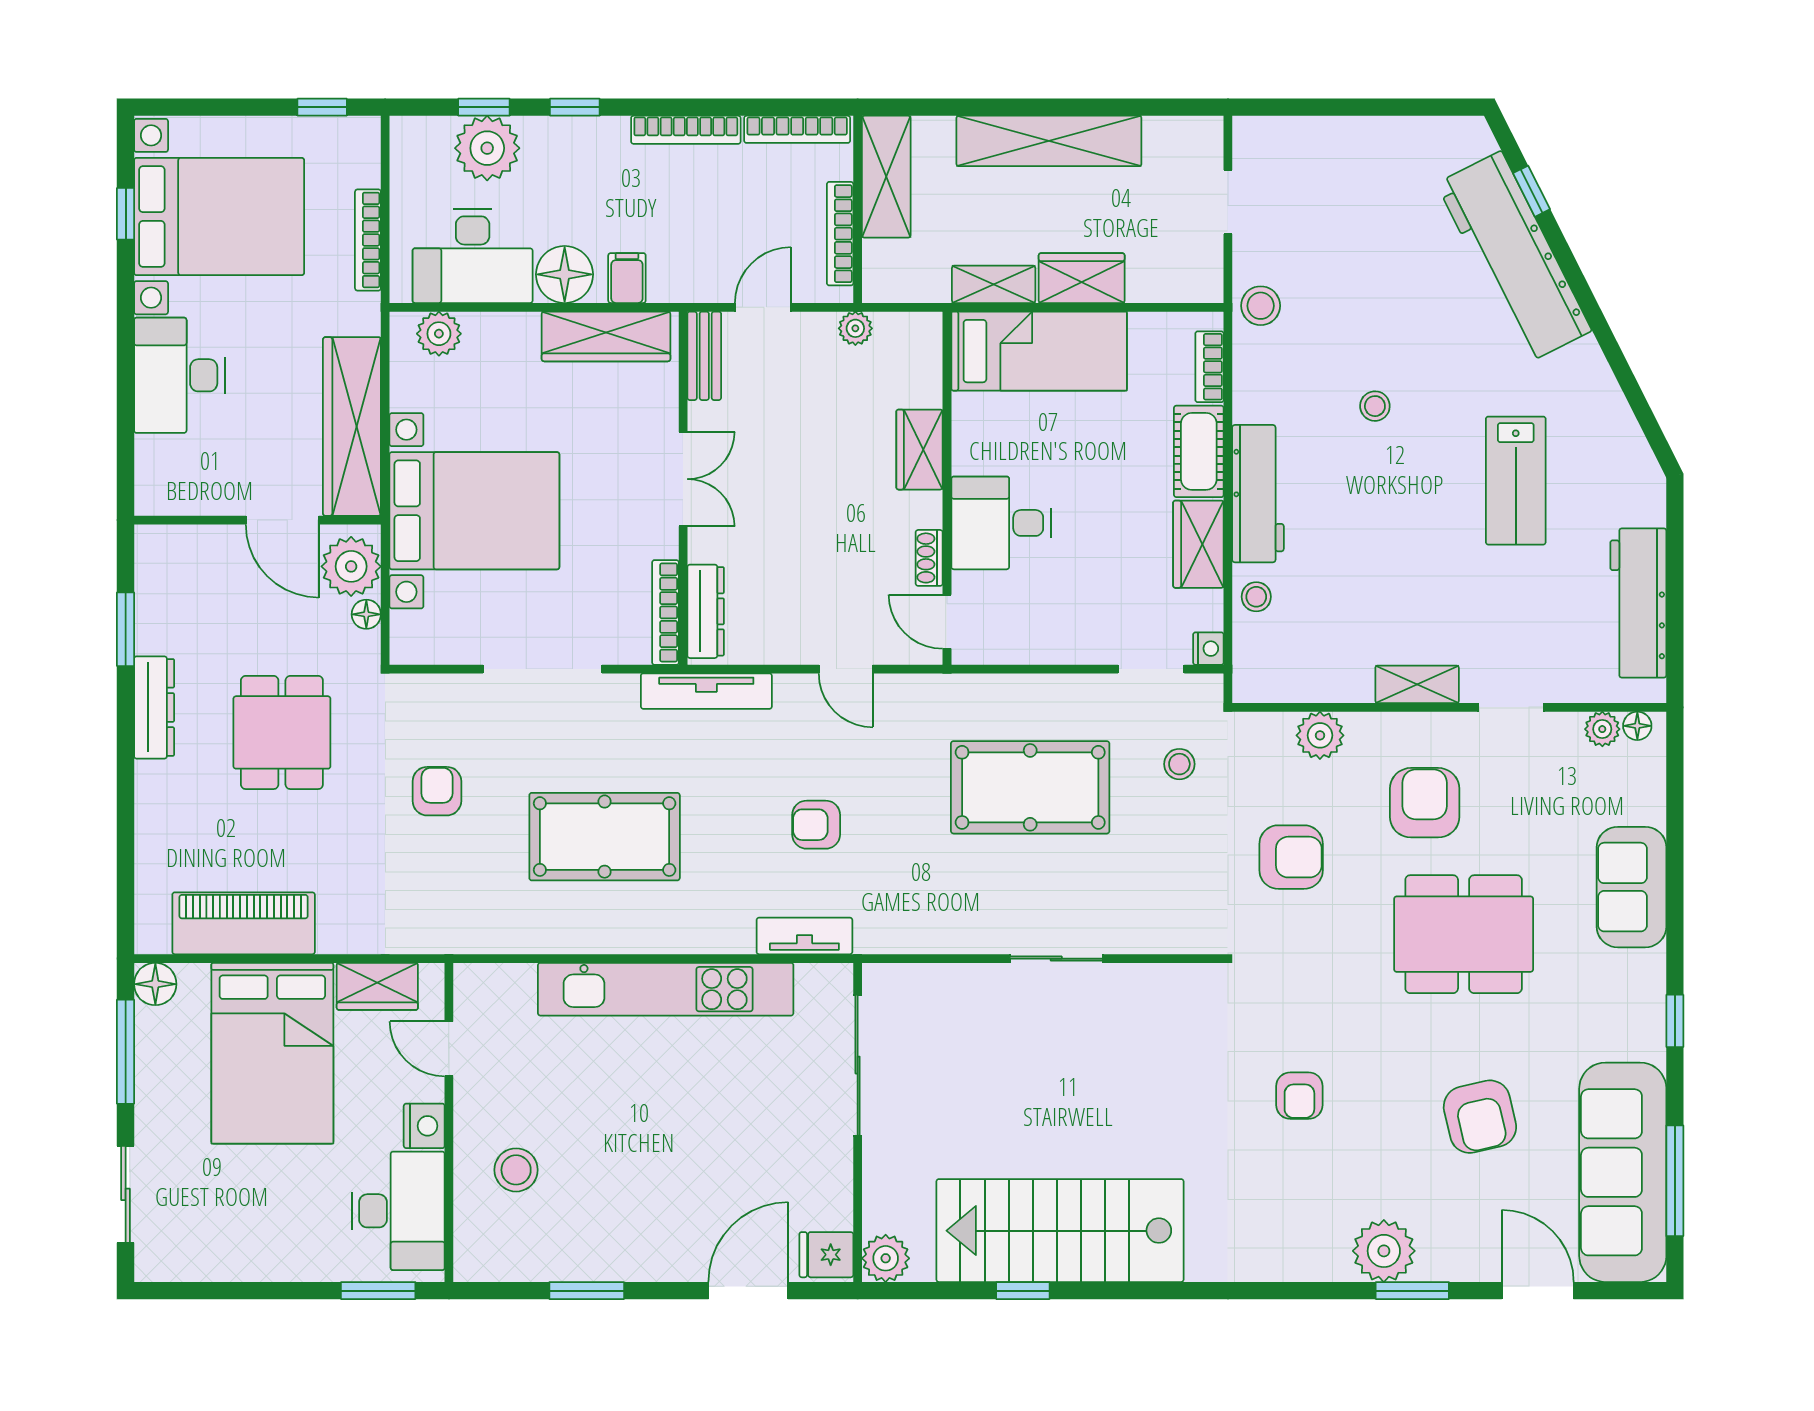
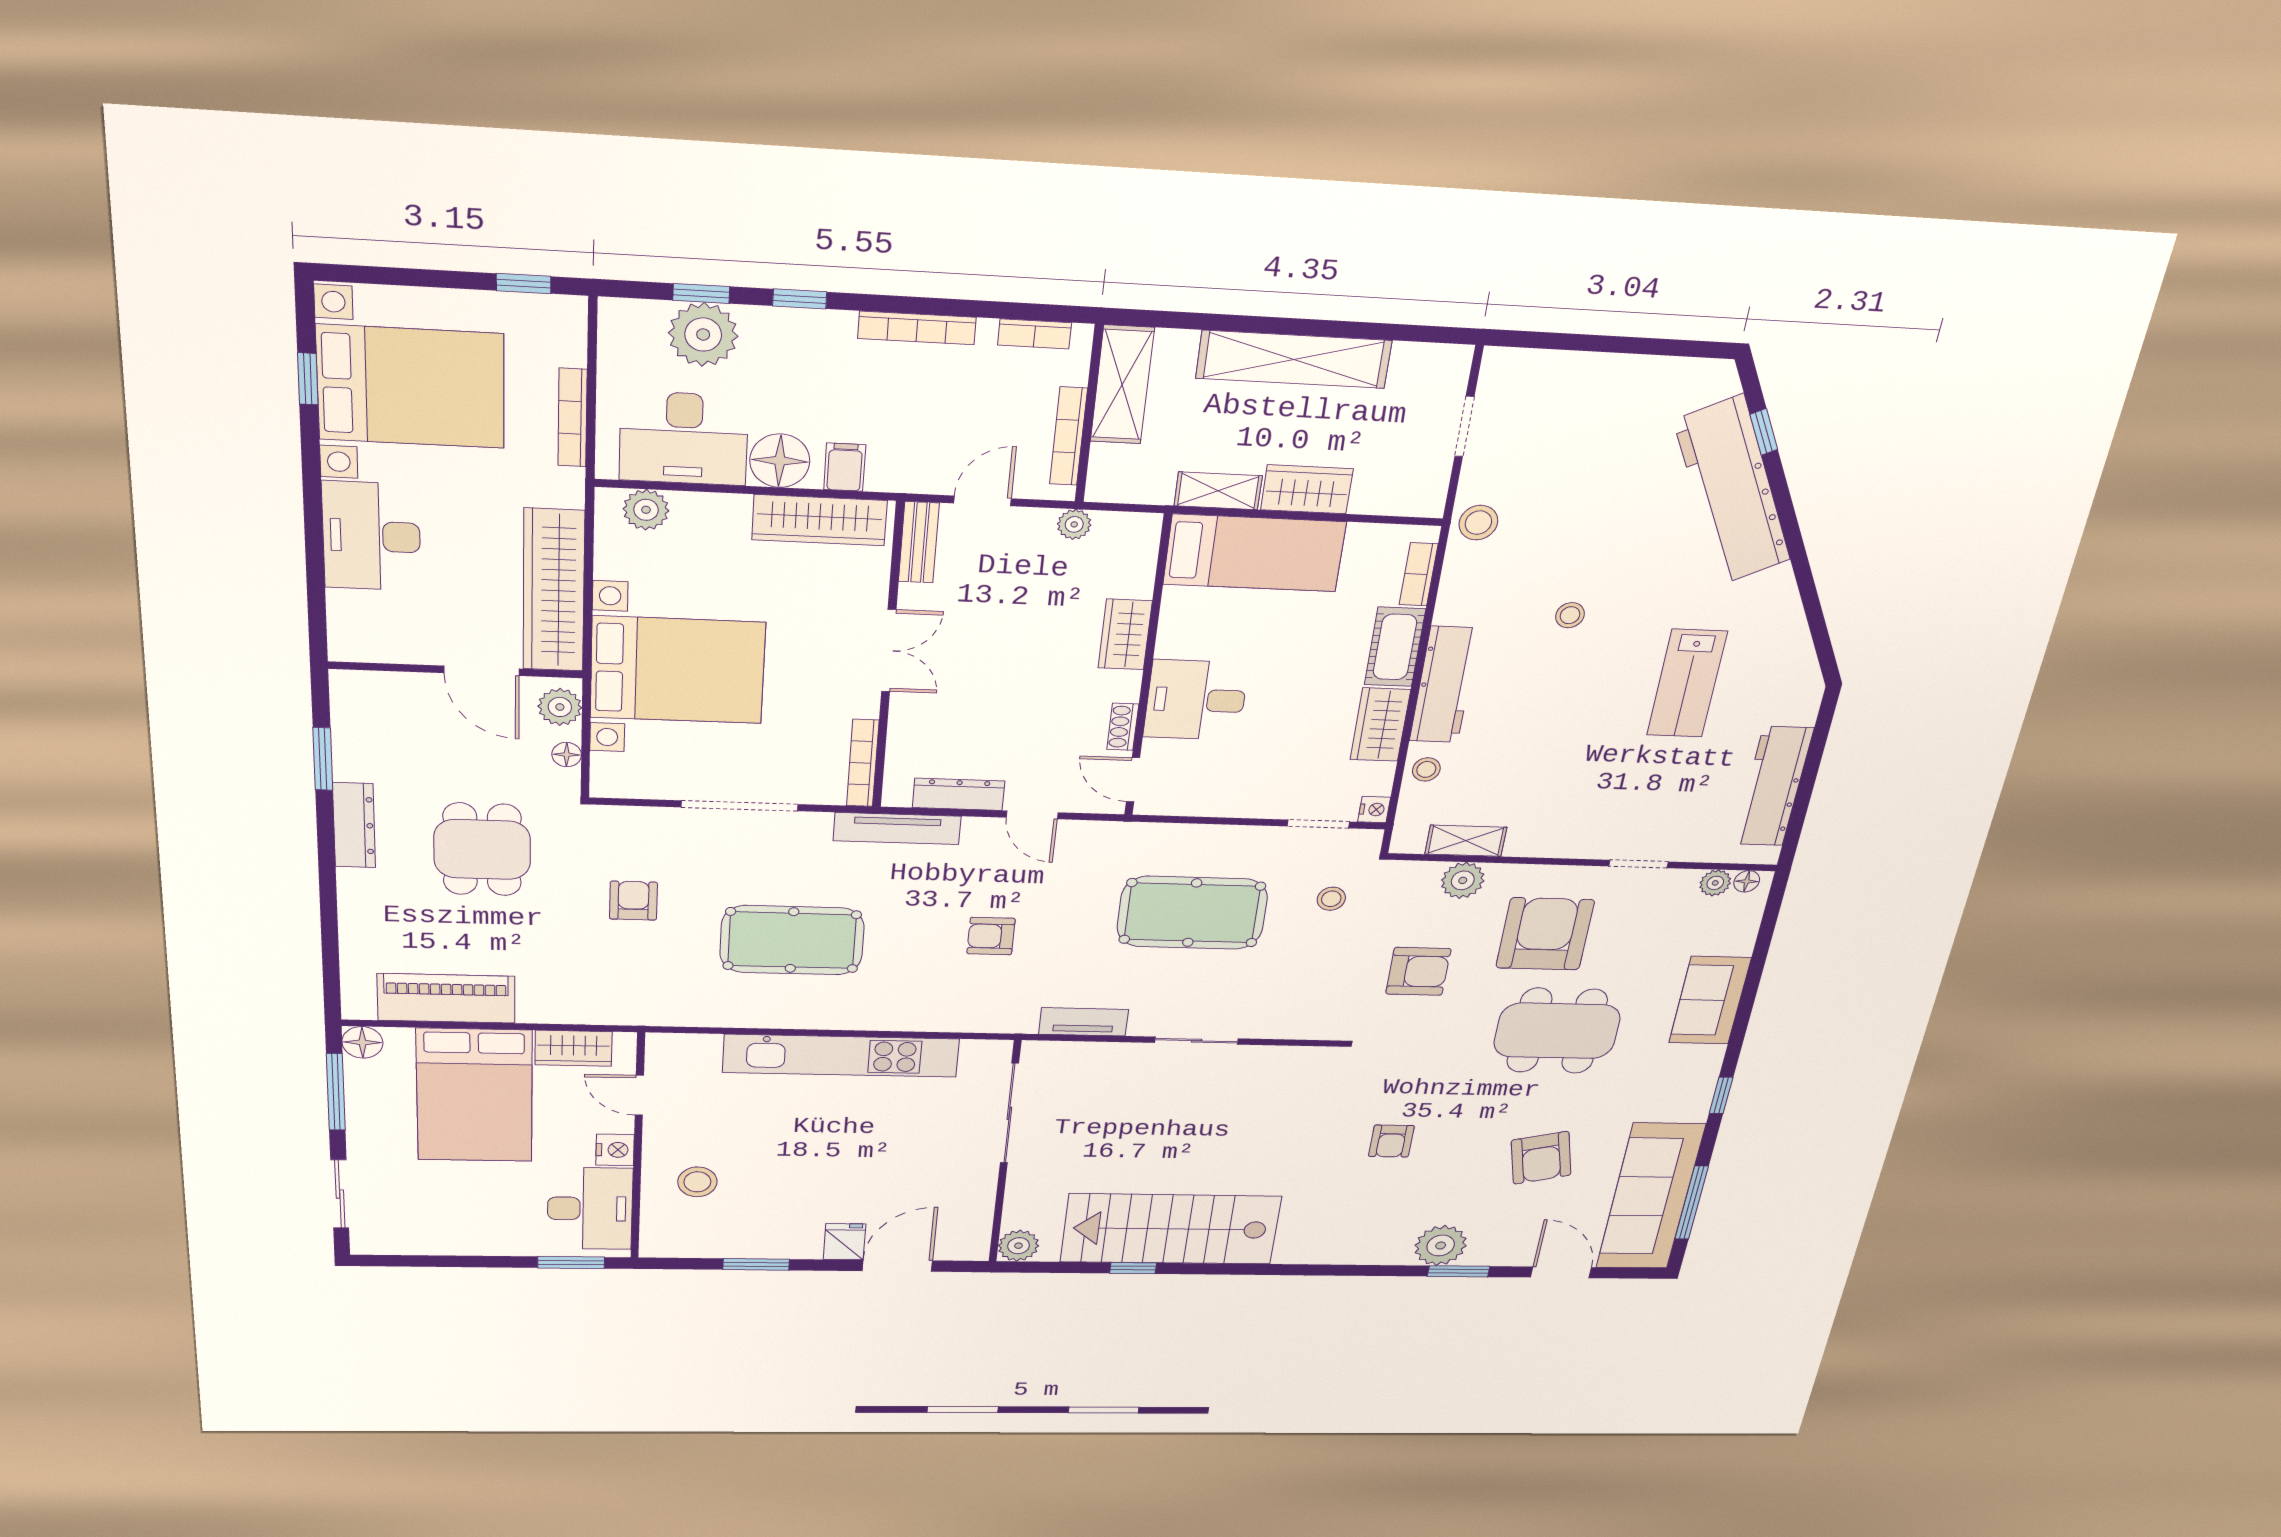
bookcase: (797, 129) -> (1034, 334), width x0.64
plant: (351, 566) -> (560, 707), width x0.73, depth x0.73
dresser: (706, 611) -> (959, 794), moved, turned -90
shelving: (1417, 684) -> (1466, 841), moved
armchair: (1425, 803) -> (1545, 934), width x1.36, depth x1.36
tv unit: (804, 936) -> (1083, 1022), moved
fridge: (826, 1255) -> (845, 1242), moved, turned 90

